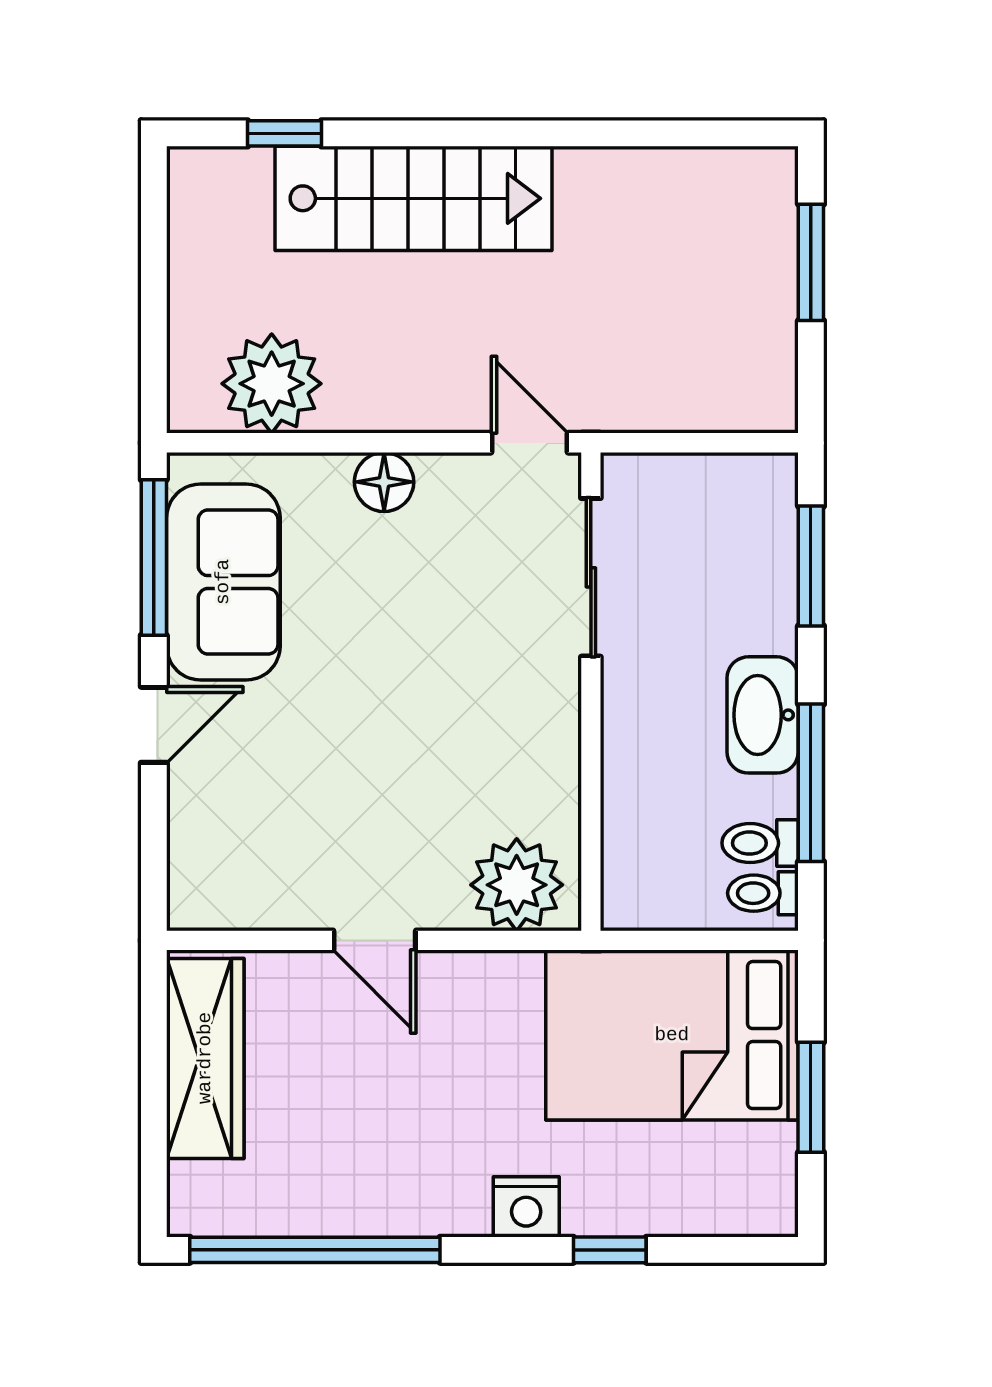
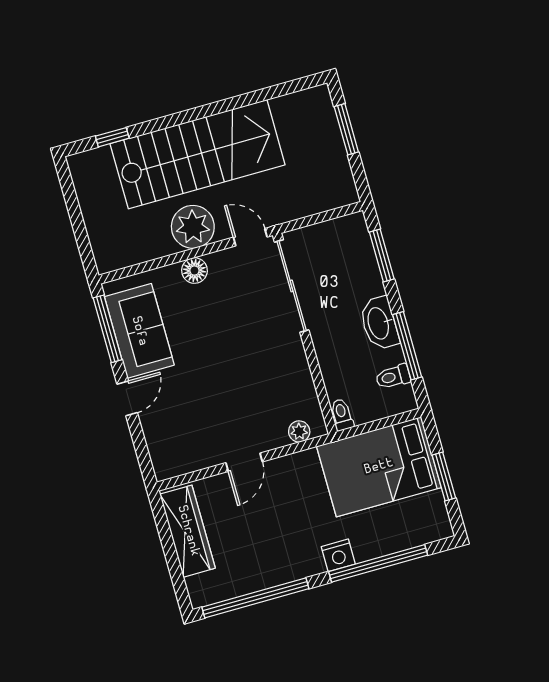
stairs: (413, 198) -> (198, 154), width x1.36, depth x1.51
plant: (272, 384) -> (193, 227), moved
sliding door: (591, 577) -> (292, 286), width x1.37
plant: (517, 885) -> (299, 431), width x0.53, depth x0.53
toilet: (763, 893) -> (342, 415), moved, turned 90
door: (375, 940) -> (244, 462), hinge flipped
window: (610, 1250) -> (378, 563), width x3.17

